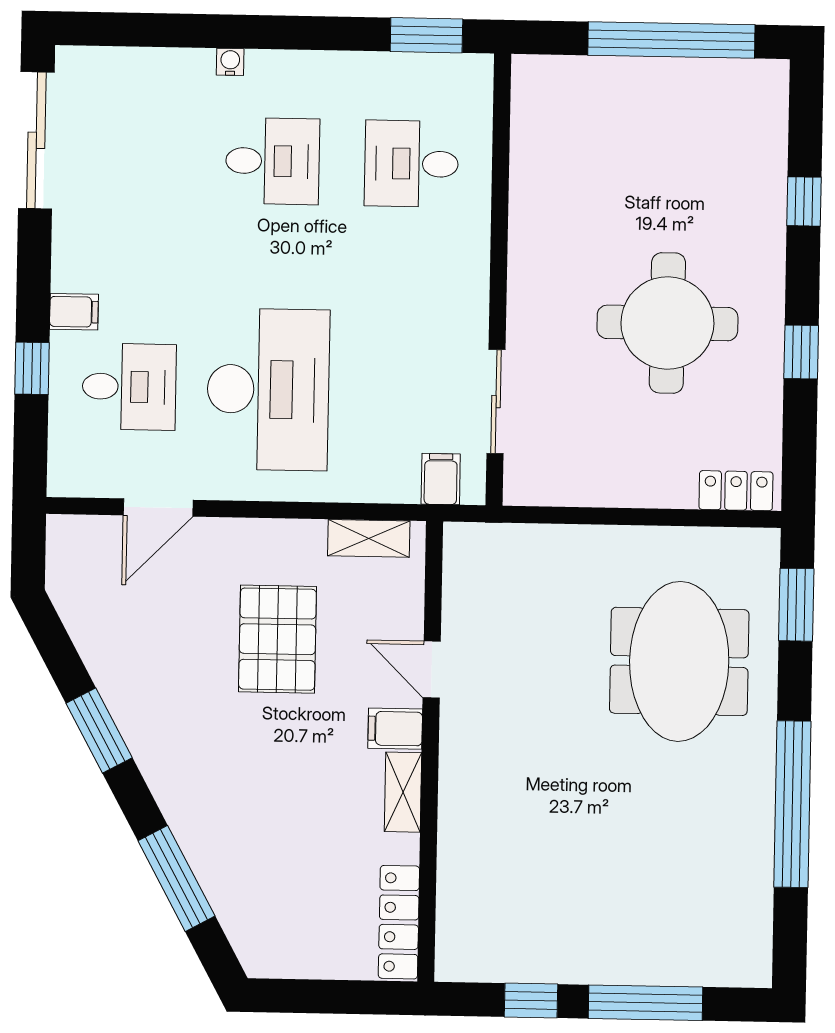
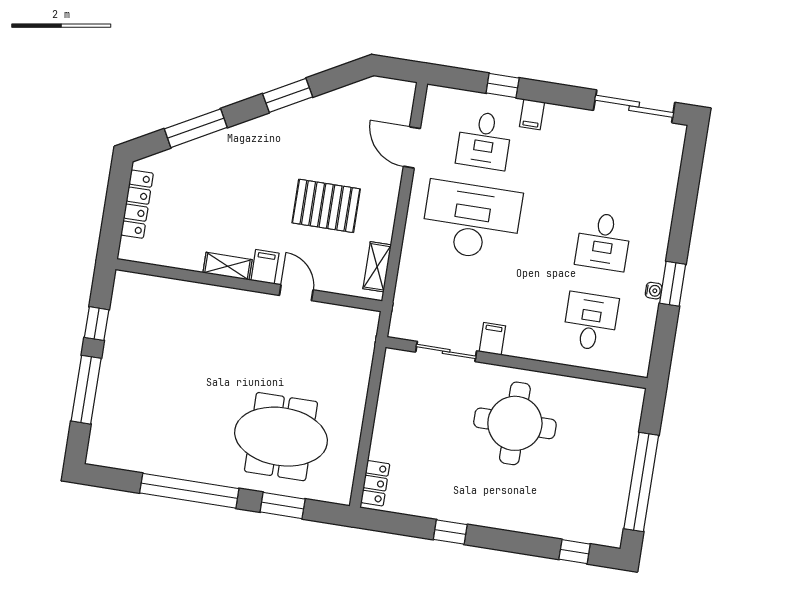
window: (426, 35) -> (673, 284), moved
water cooler: (230, 62) -> (654, 291), moved
window: (804, 201) -> (575, 552), moved
round table: (667, 323) -> (515, 423), moved
desk: (268, 389) -> (471, 221), turned 180
filing cabinet: (441, 479) -> (492, 339), moved, turned -90
window: (796, 605) -> (283, 505), moved
door: (432, 670) -> (296, 293), hinge flipped
locker: (399, 922) -> (137, 204), moved, turned 90

